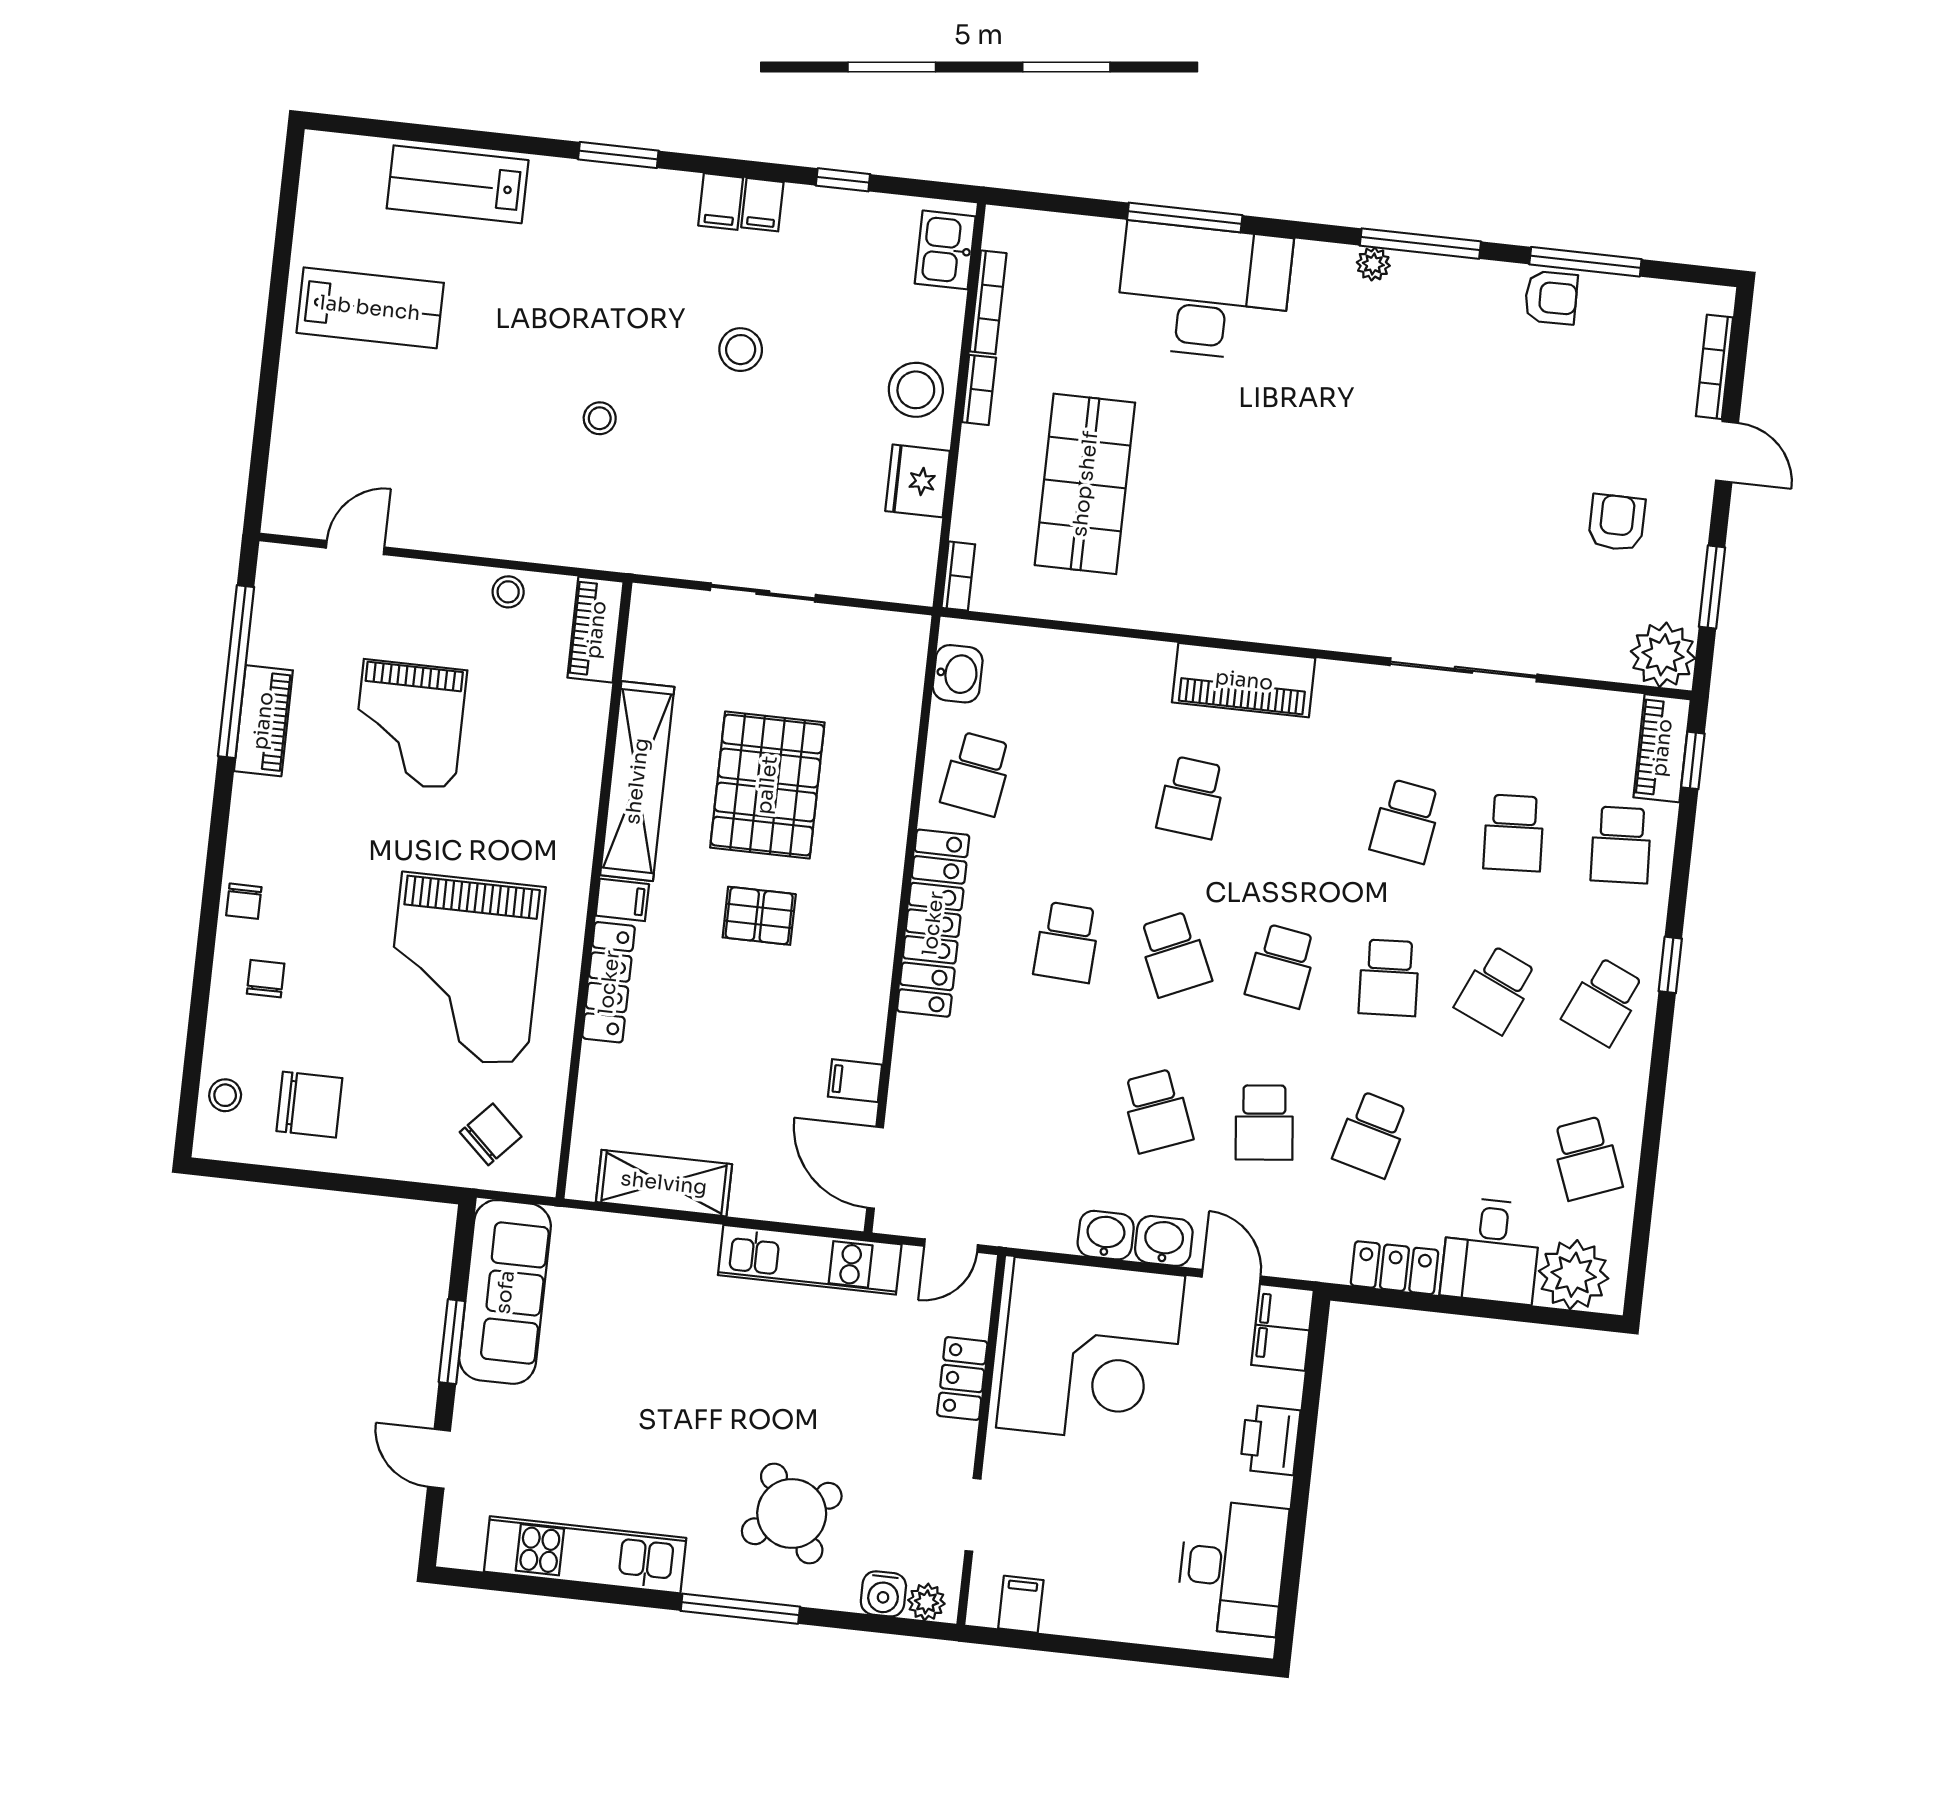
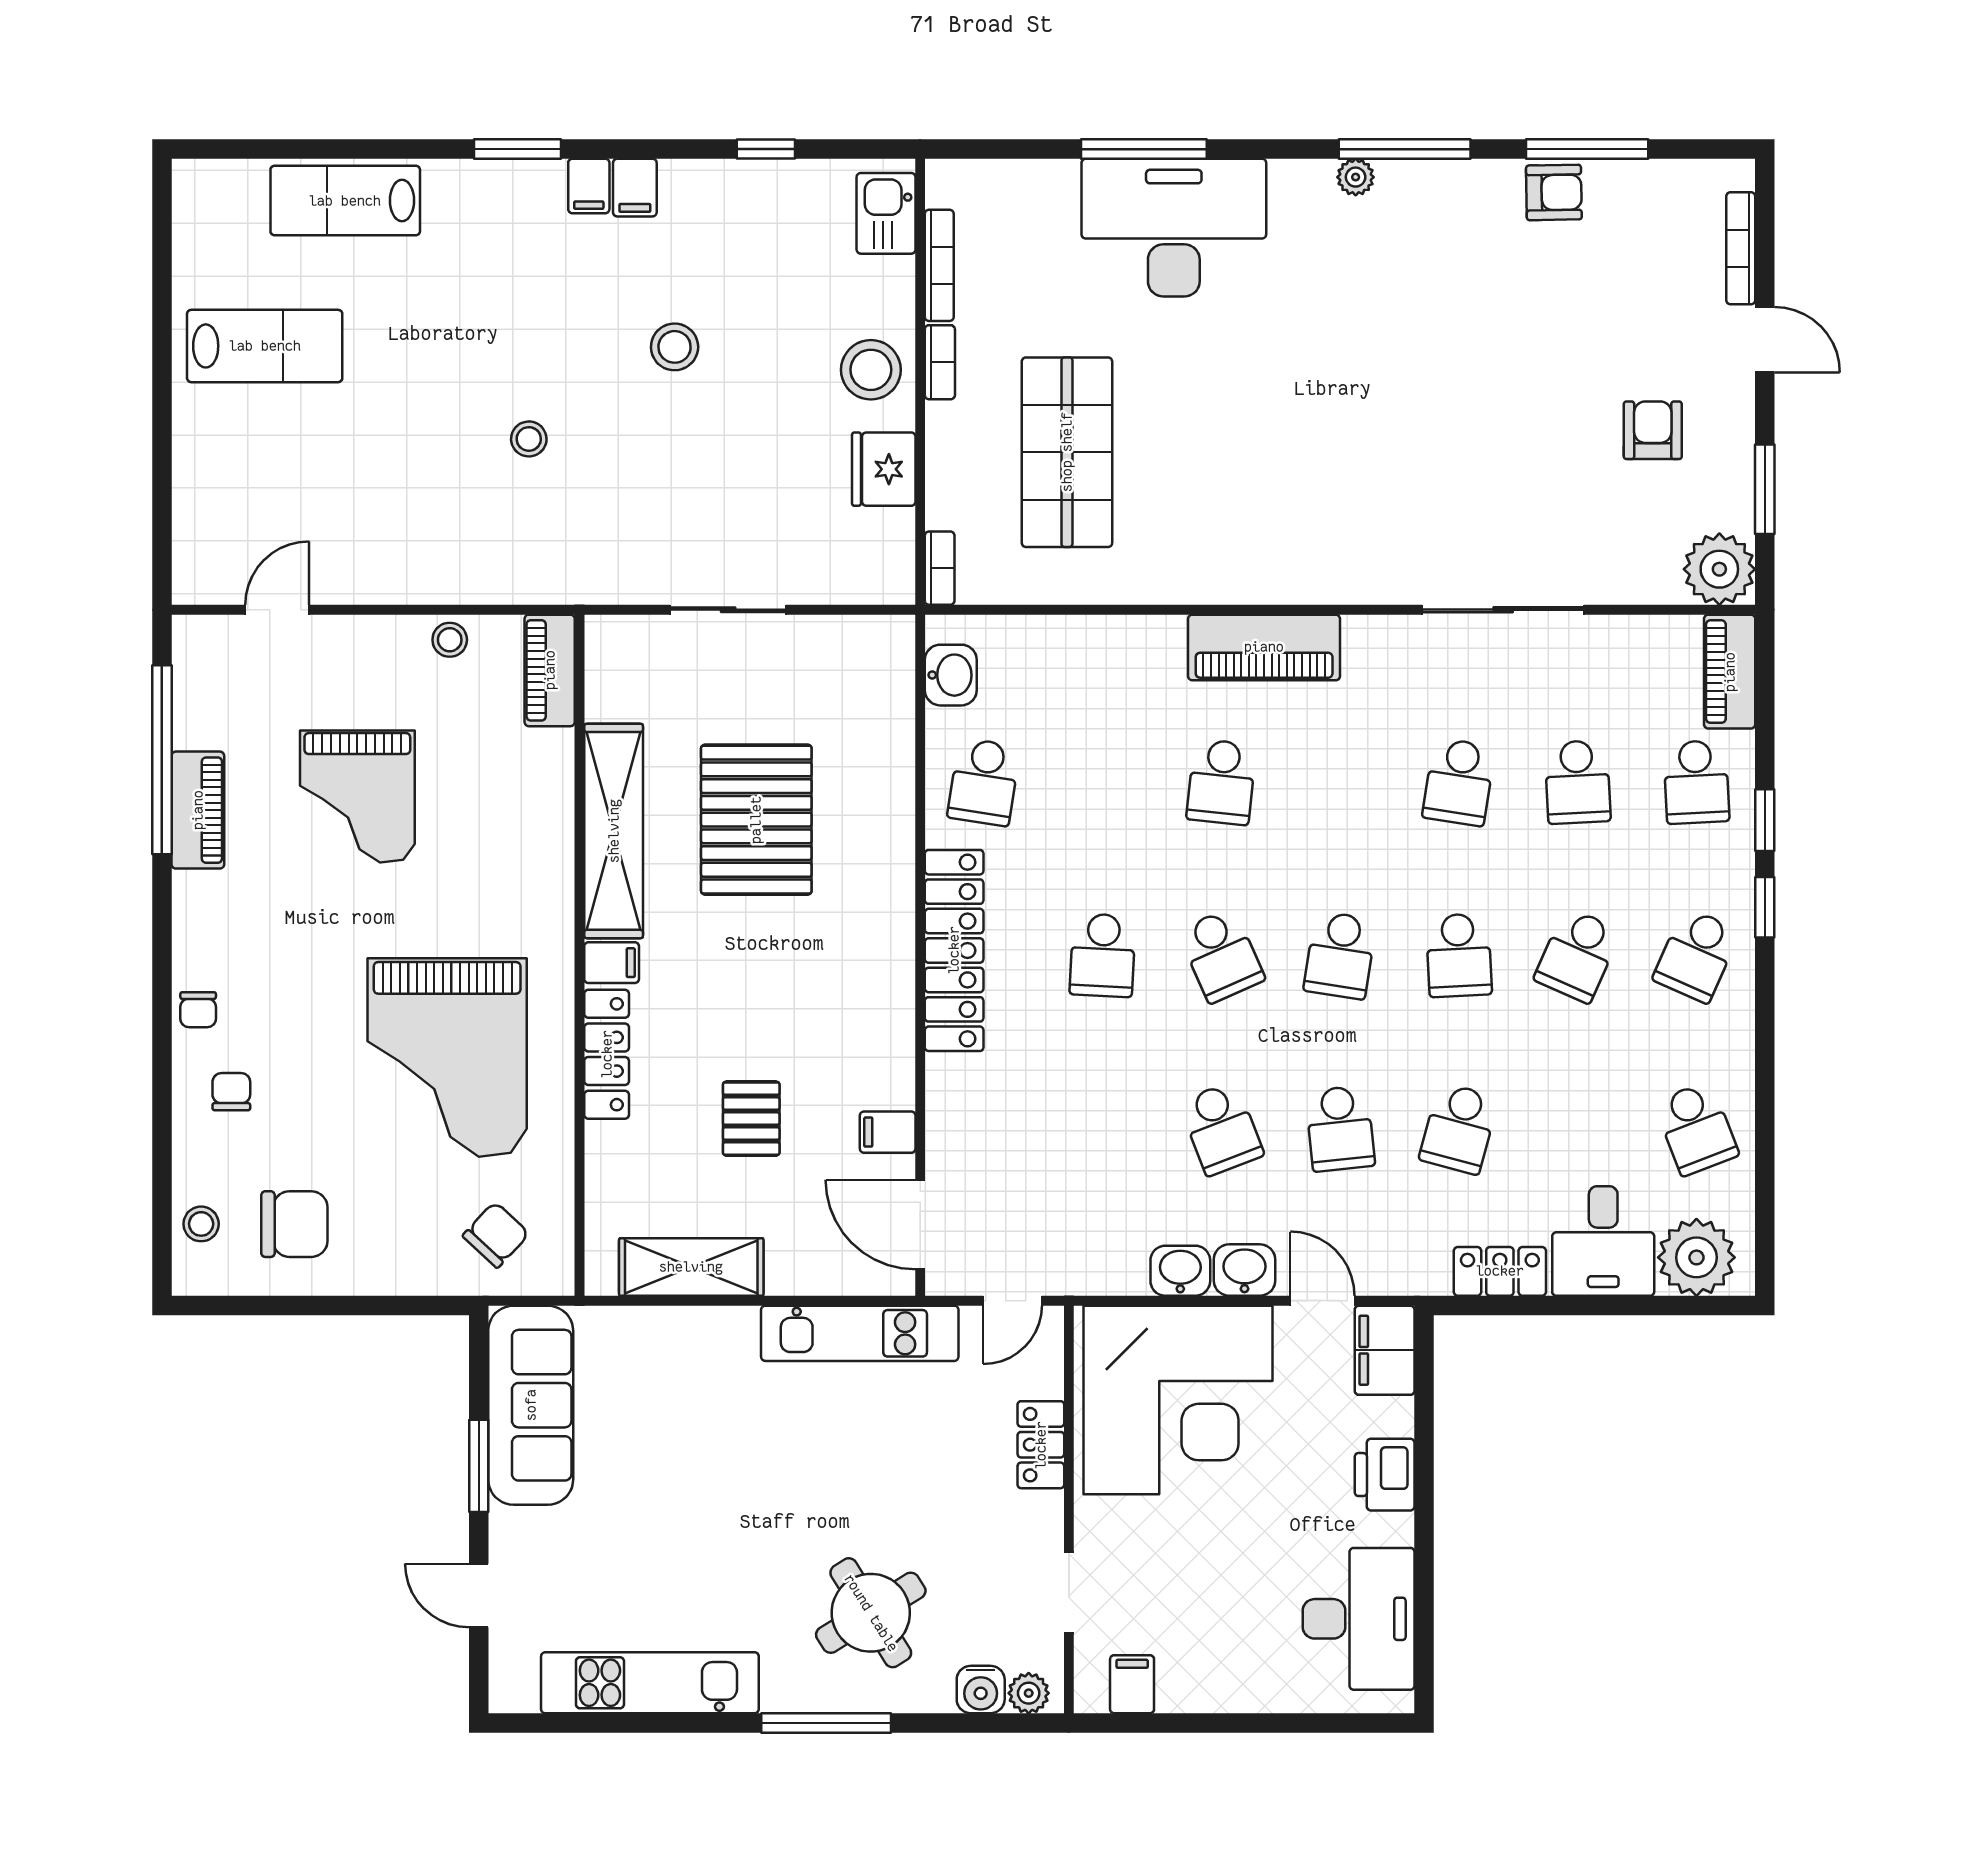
filing cabinet: (762, 205) -> (589, 186), moved
window: (1693, 760) -> (1765, 820), moved
pallet: (759, 916) -> (751, 1119), moved, turned 90

